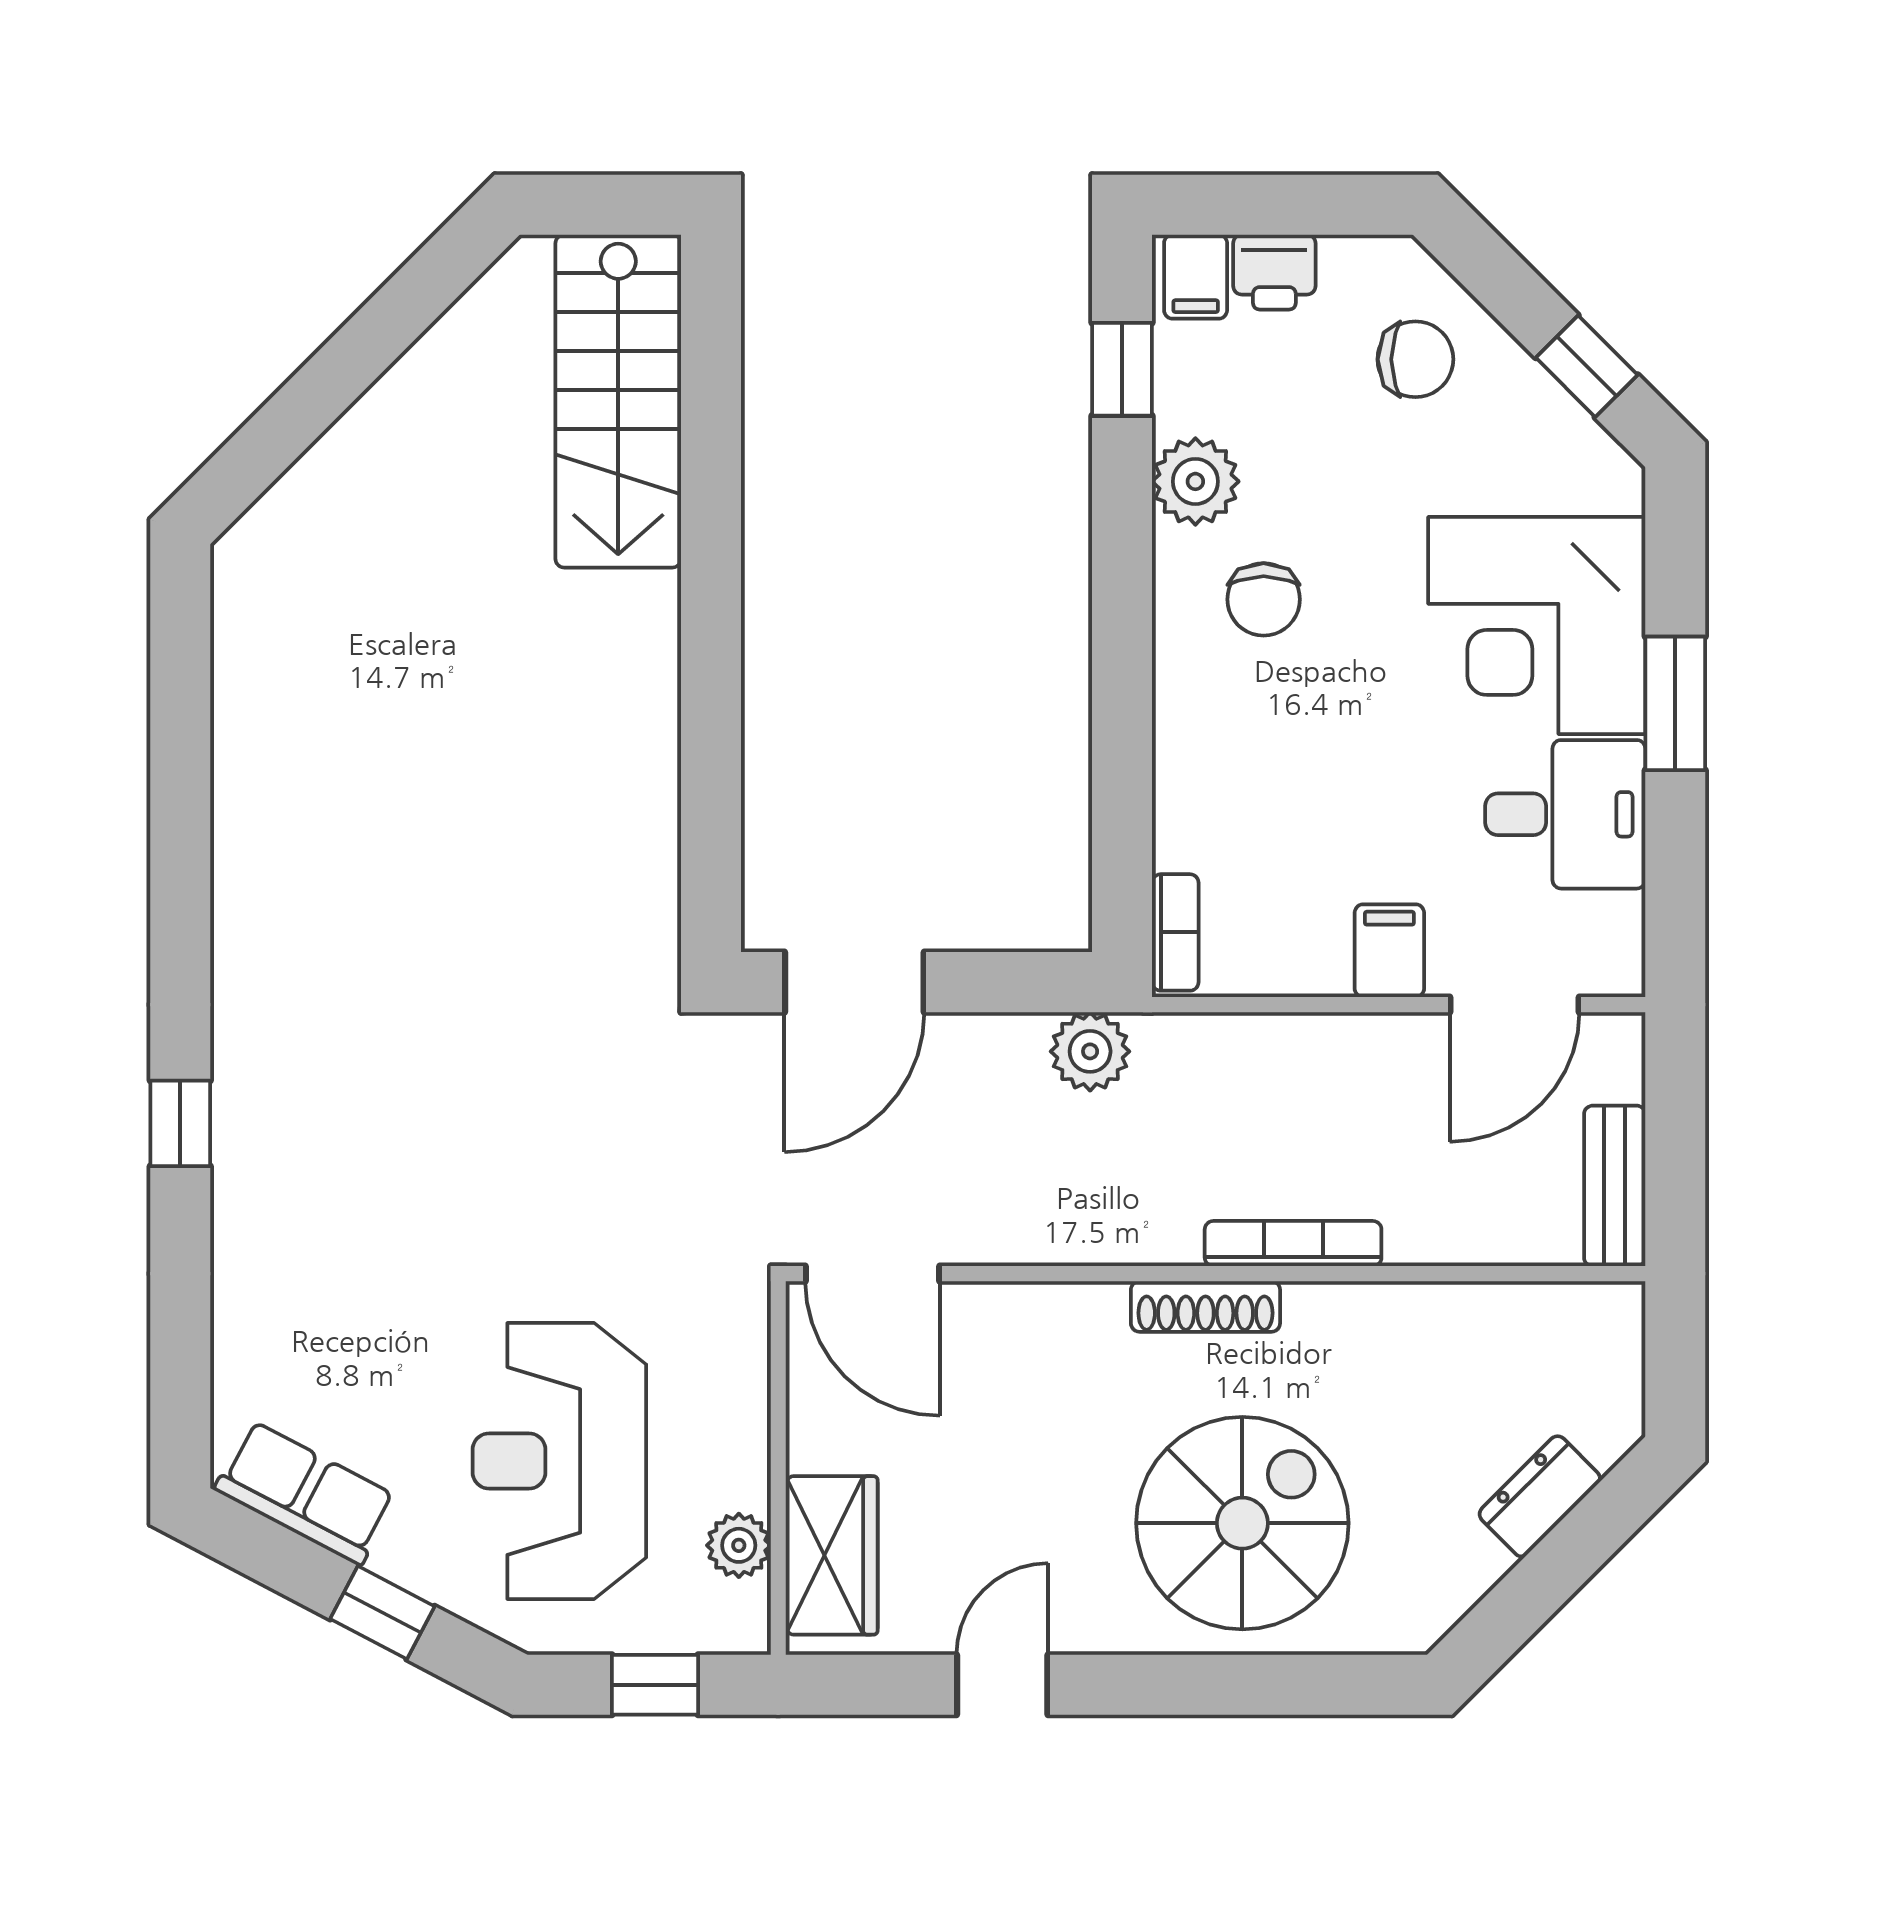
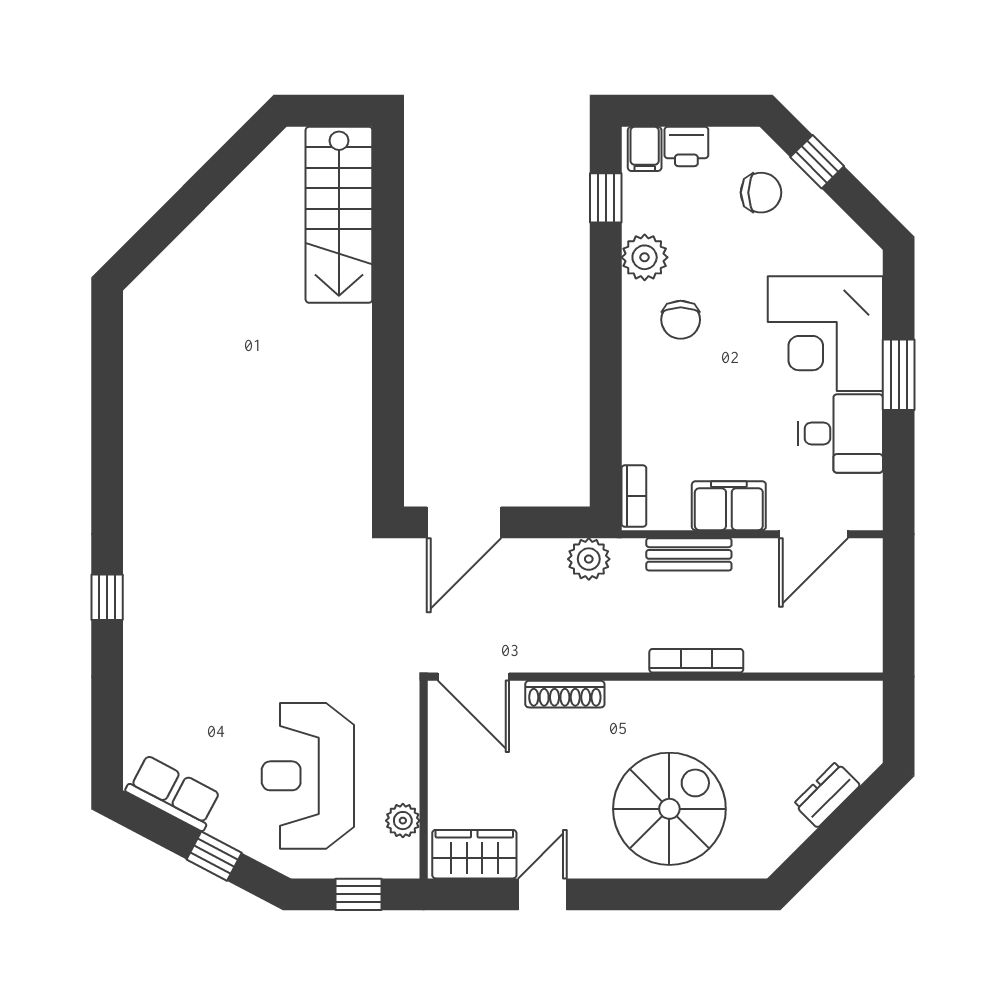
window: (1587, 366) -> (817, 162), moved
filing cabinet: (1389, 951) -> (729, 506), width x2.00
bench: (1615, 1186) -> (689, 554), moved, turned 90
shoe rack: (1205, 1306) -> (565, 694), moved
wardrobe: (832, 1555) -> (474, 854), moved, turned -90

